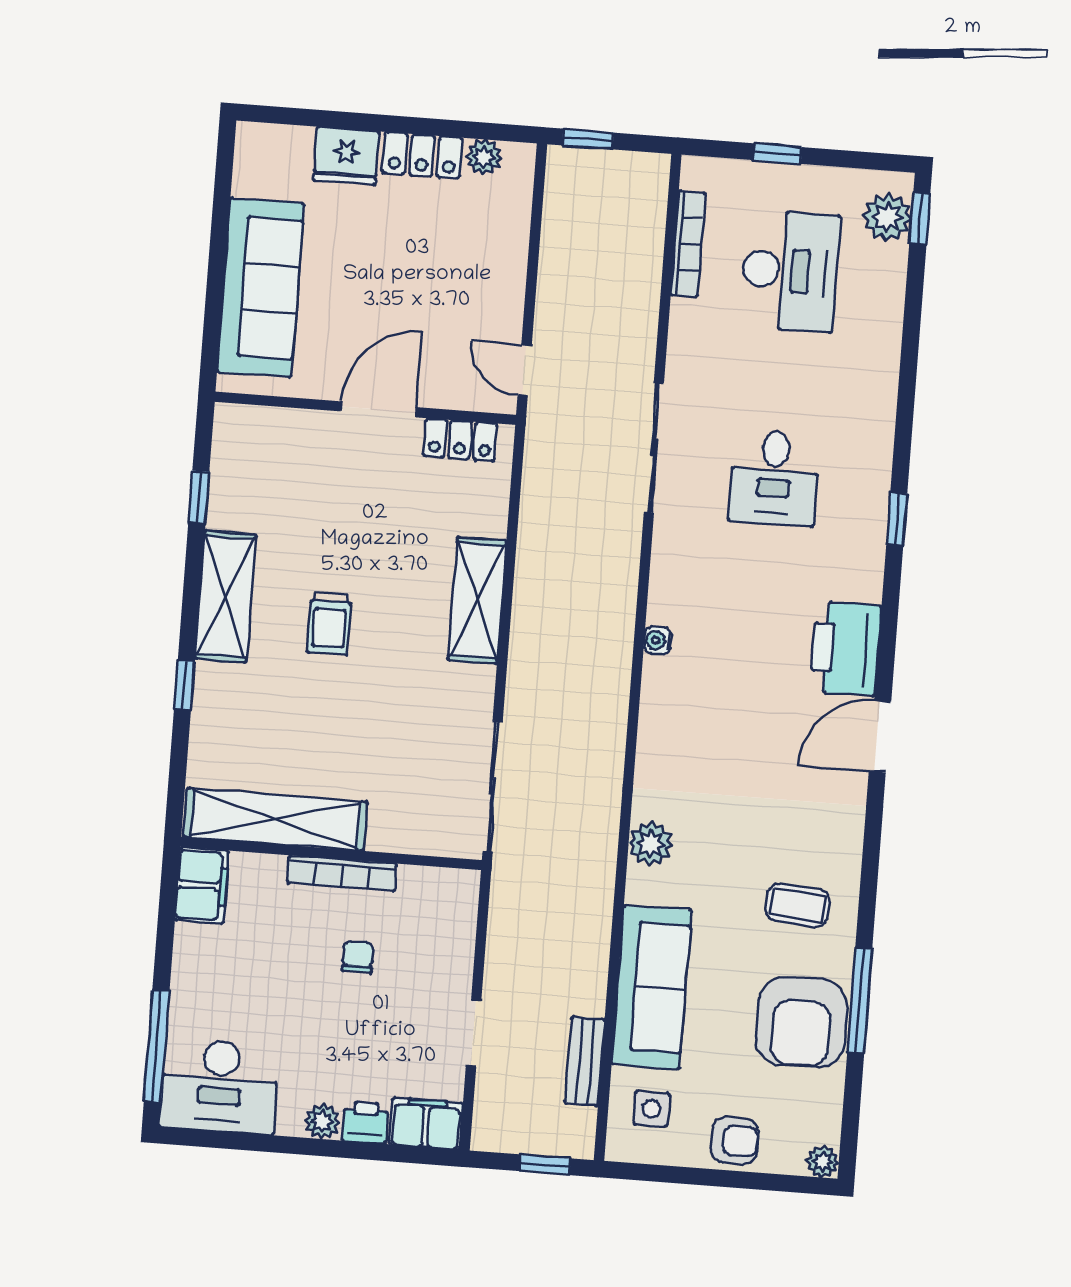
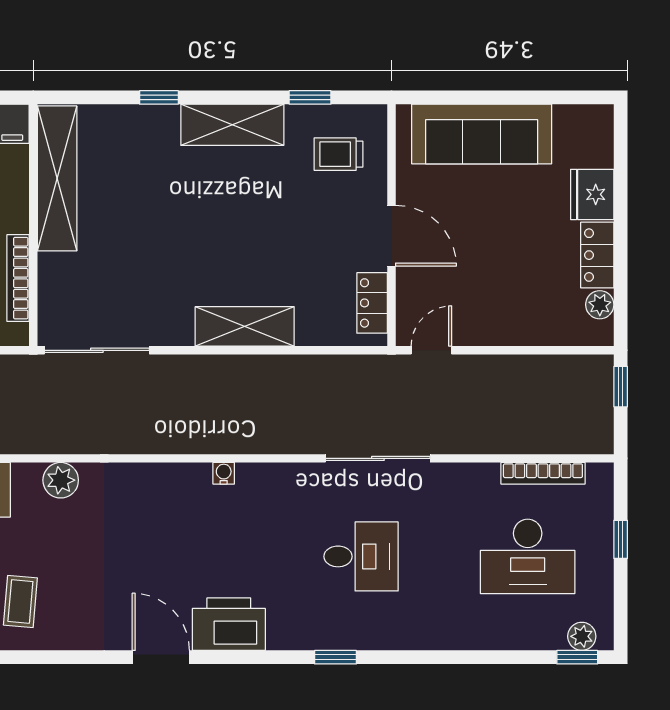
plant: (887, 217) -> (582, 636), width x0.73, depth x0.73
desk: (774, 478) -> (361, 556), turned 180
trolley: (329, 624) -> (339, 154), moved
bookcase: (342, 873) -> (18, 278), moved

